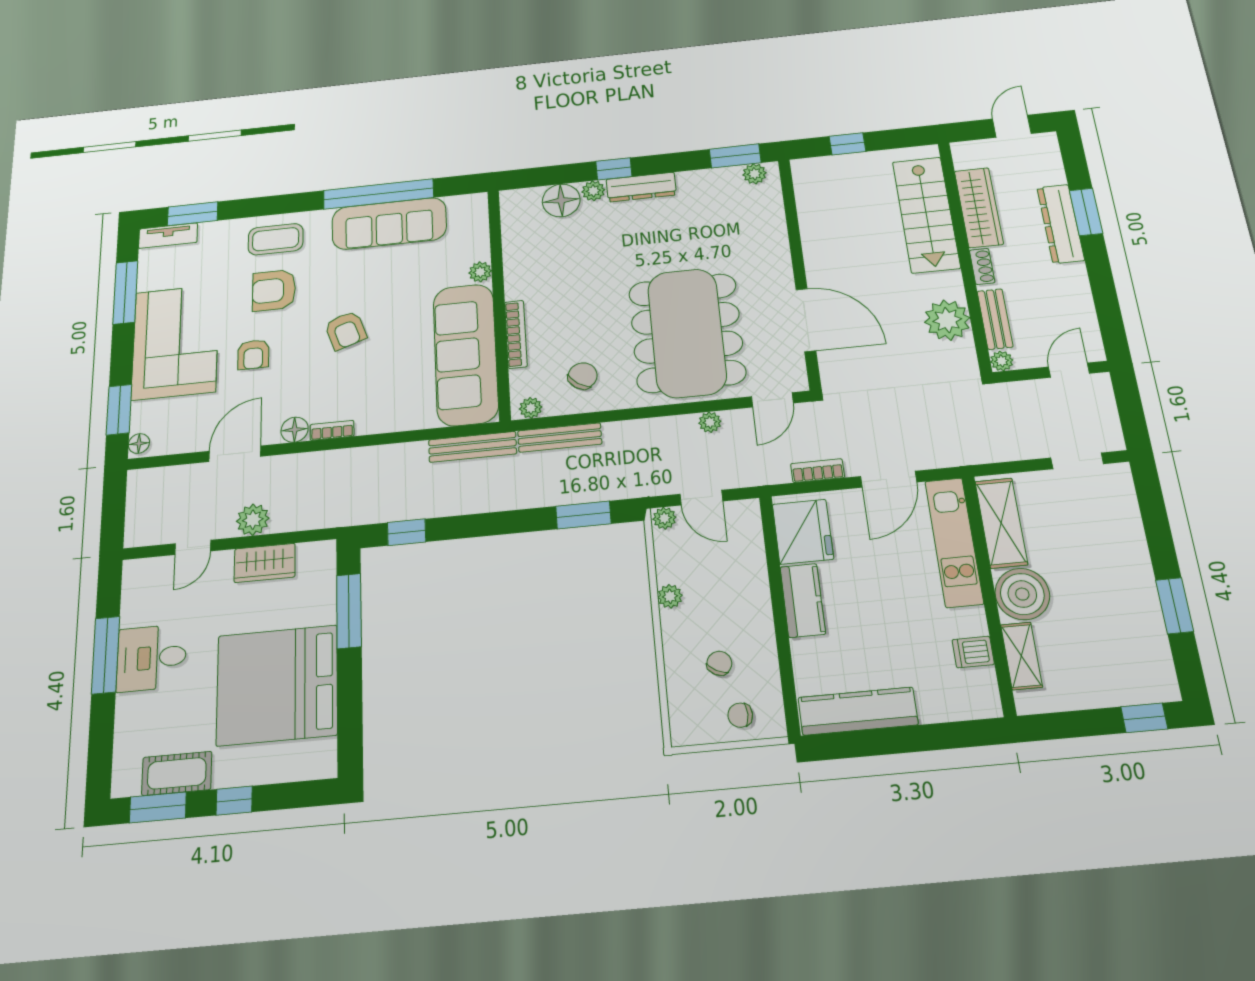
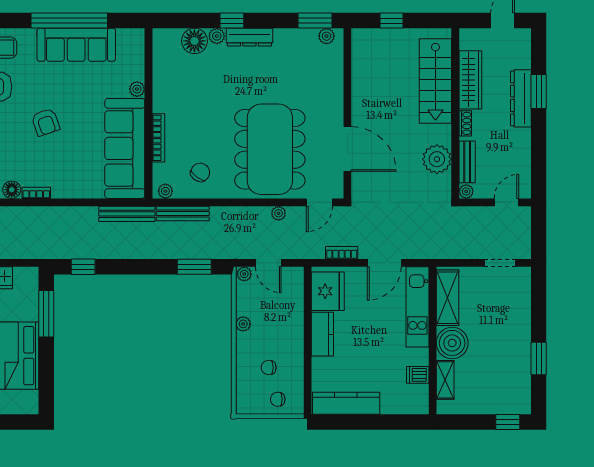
chair: (719, 663) -> (269, 368), turned -118

